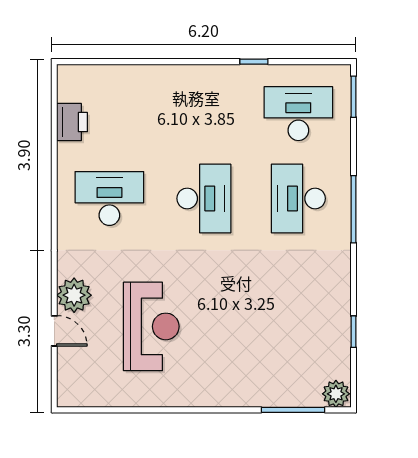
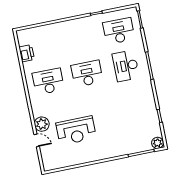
desk: (204, 198) -> (87, 74), turned -90
reception desk: (151, 326) -> (76, 131), turned 90

